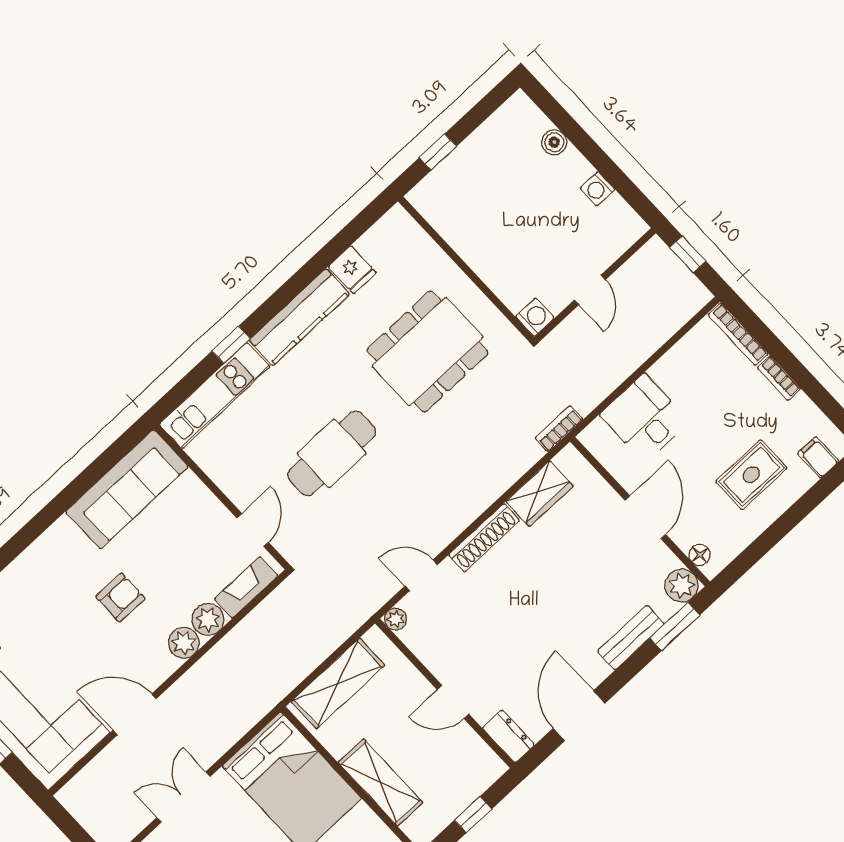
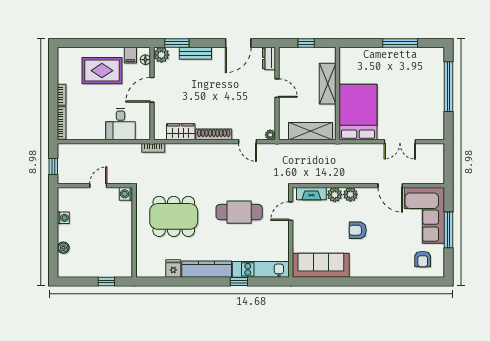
filing cabinet: (818, 457) -> (130, 55), moved
rug: (751, 475) -> (102, 71), width x1.36, depth x1.43

